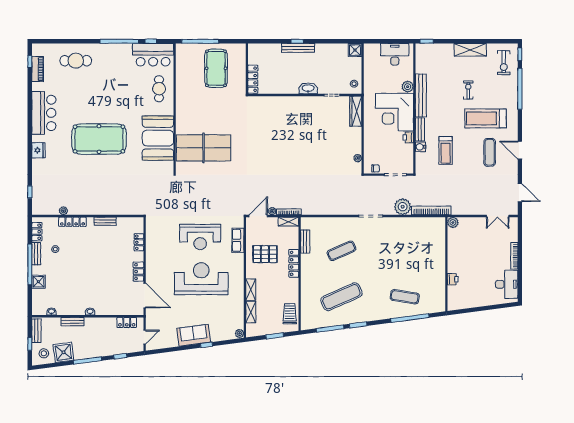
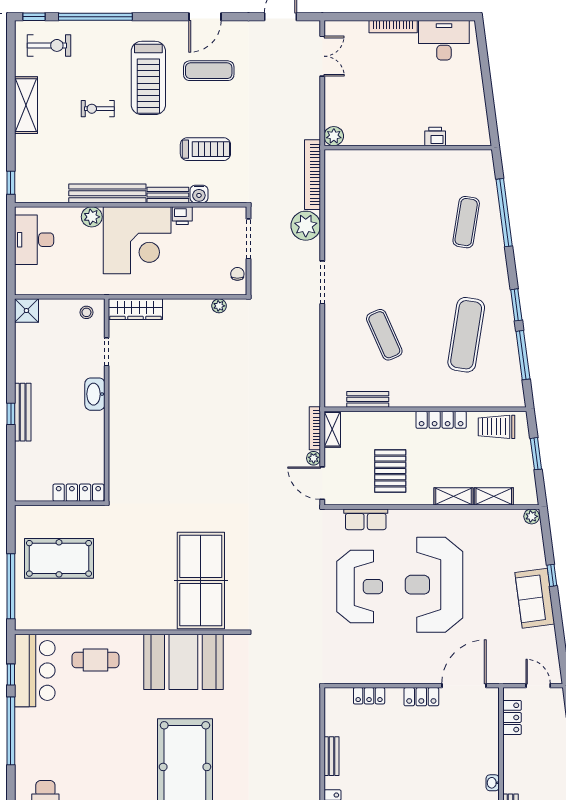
locker: (294, 263) -> (441, 420), moved
exercise mat: (341, 297) -> (466, 335), turned 33

